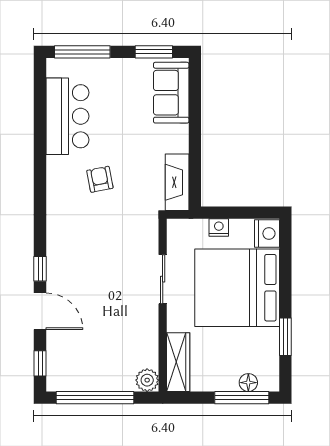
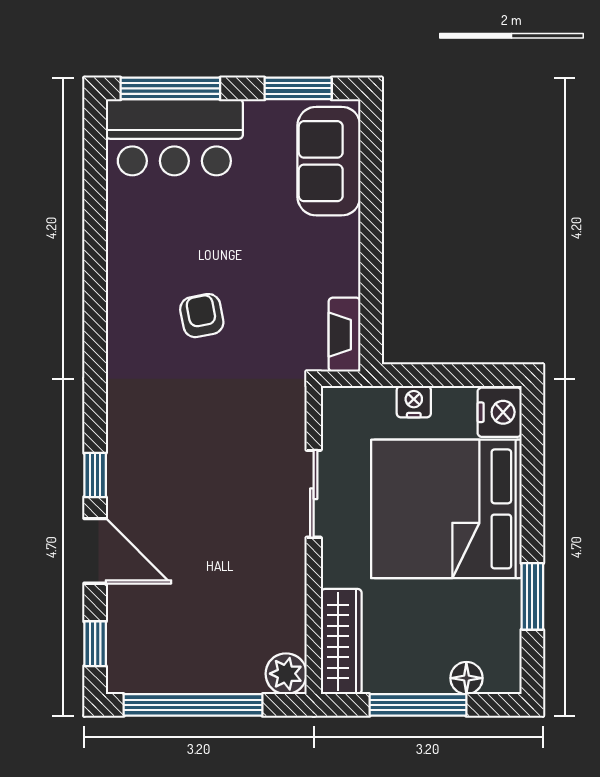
bar counter: (67, 116) -> (174, 137), moved, turned 90
fireplace: (177, 182) -> (344, 335), width x0.73, depth x0.76
window: (242, 398) -> (418, 705), moved

